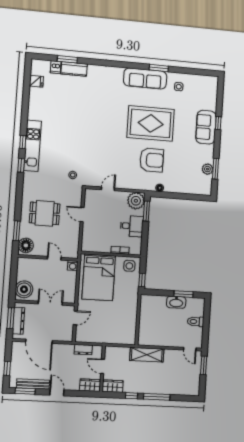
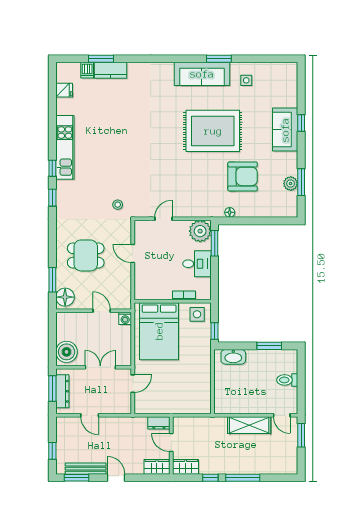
kitchen unit: (33, 146) -> (65, 147), moved
armchair: (152, 160) -> (243, 176), moved
washbasin: (176, 302) -> (233, 357), moved
door: (39, 341) -> (90, 415), width x0.53
dresser: (83, 350) -> (159, 423), moved
shelving: (147, 355) -> (249, 425), moved

